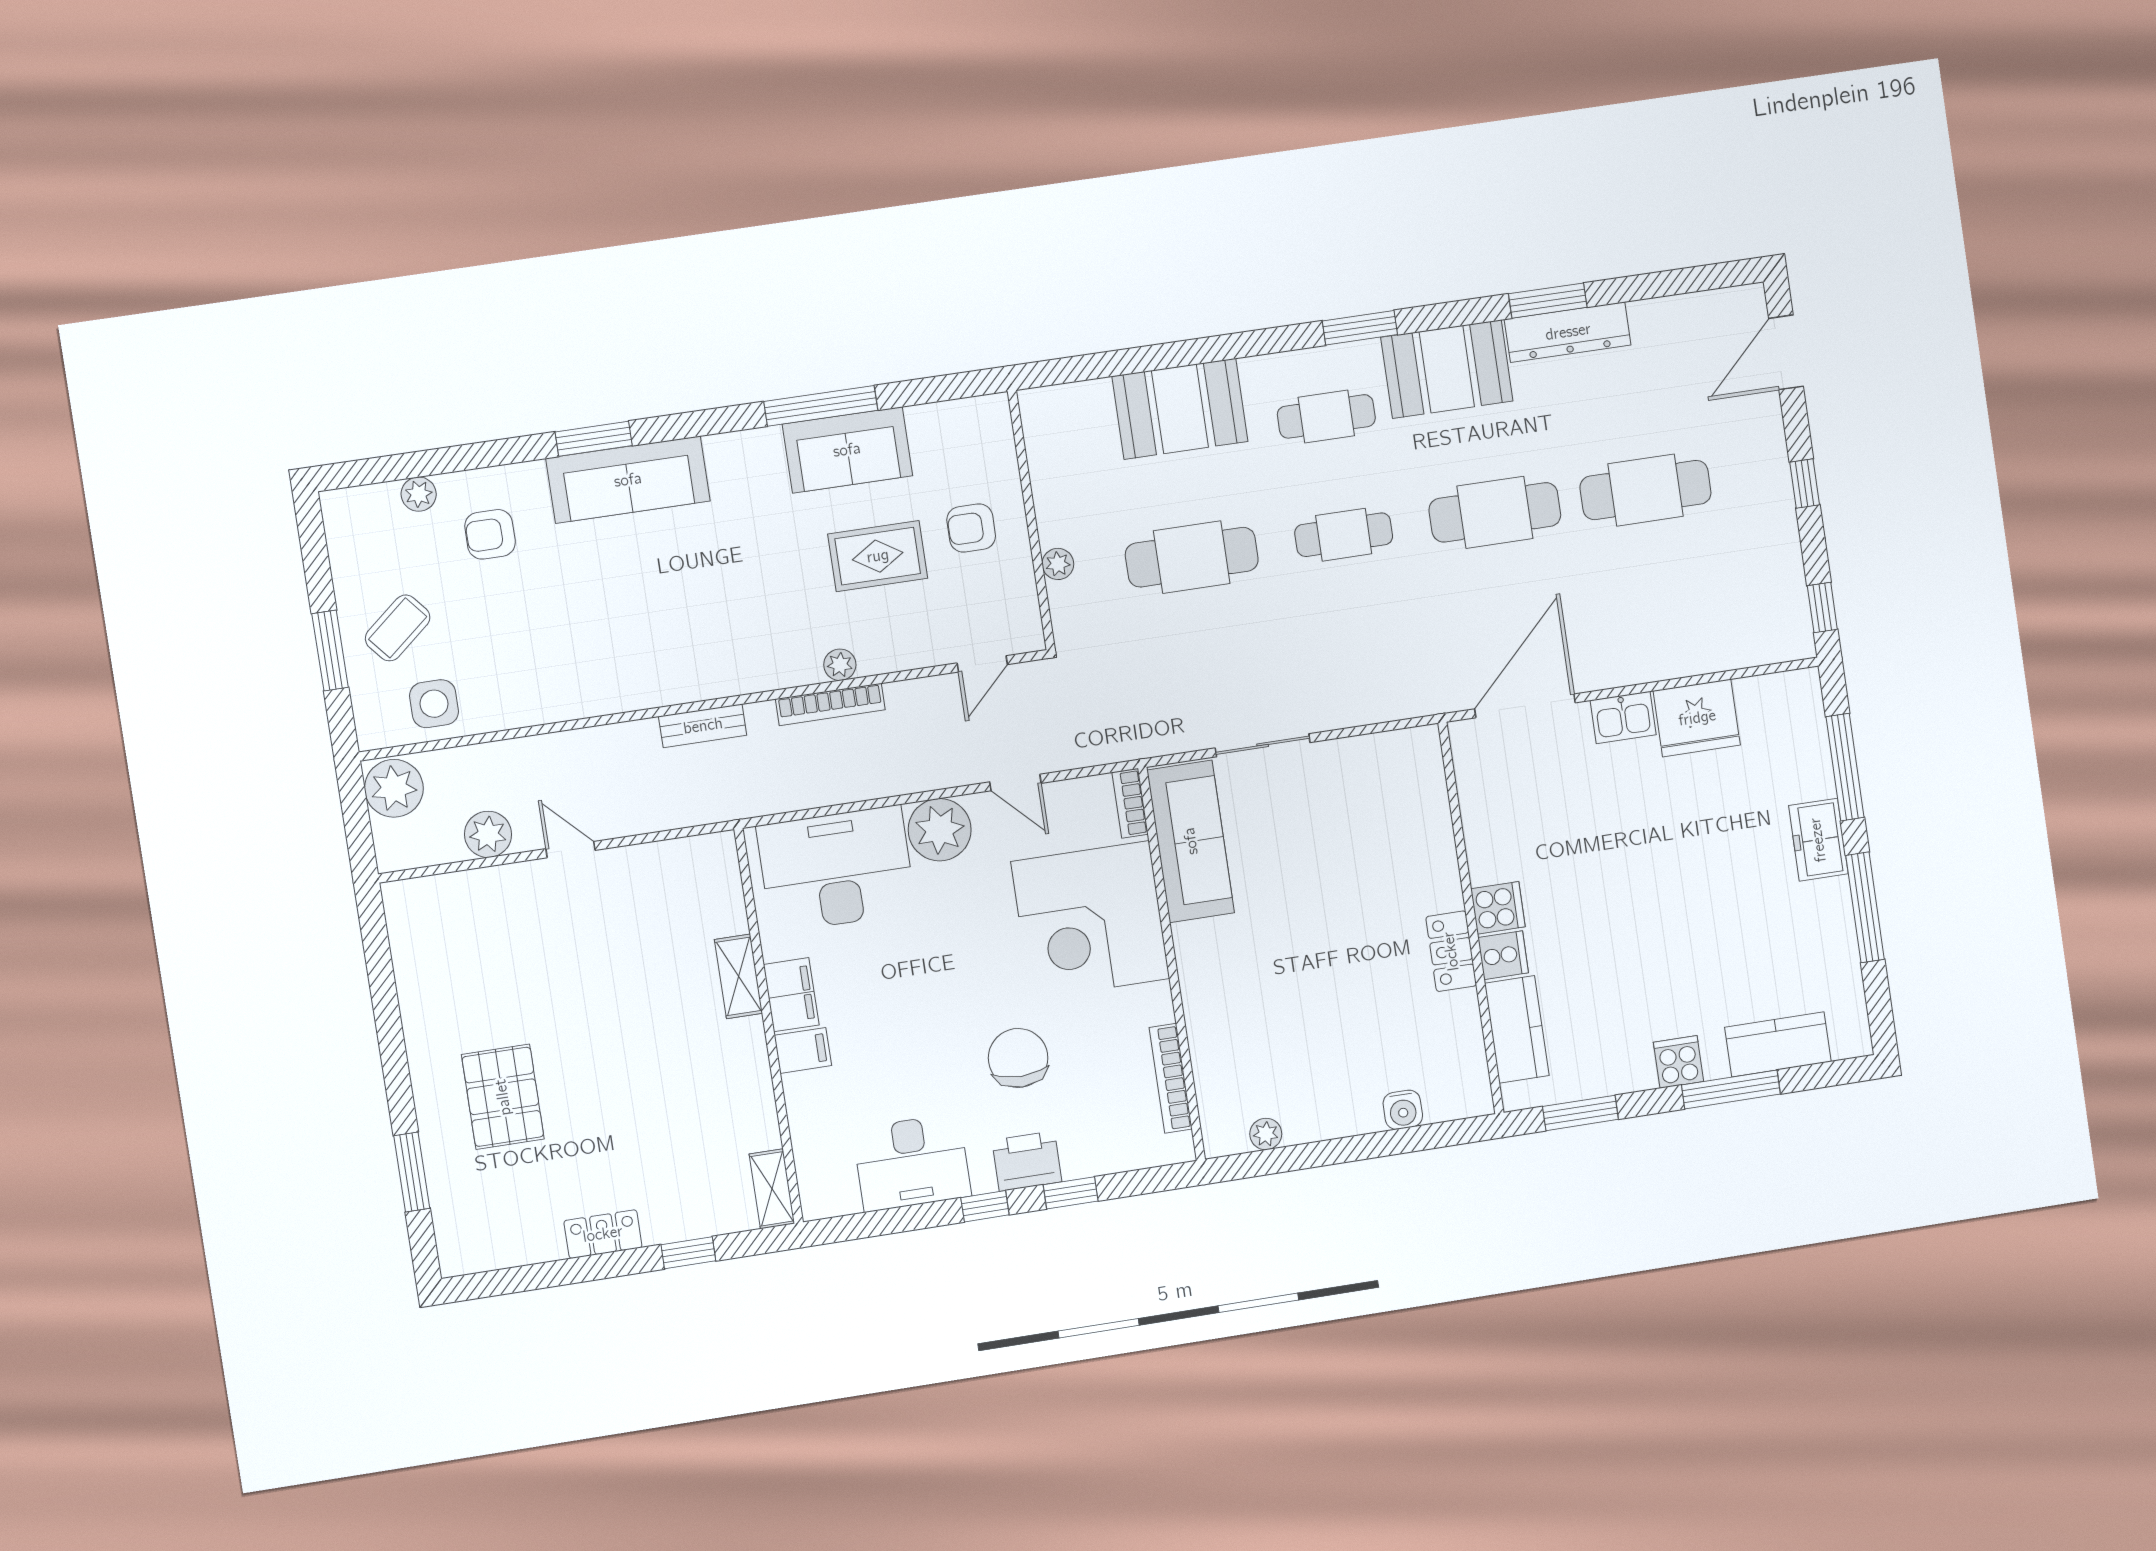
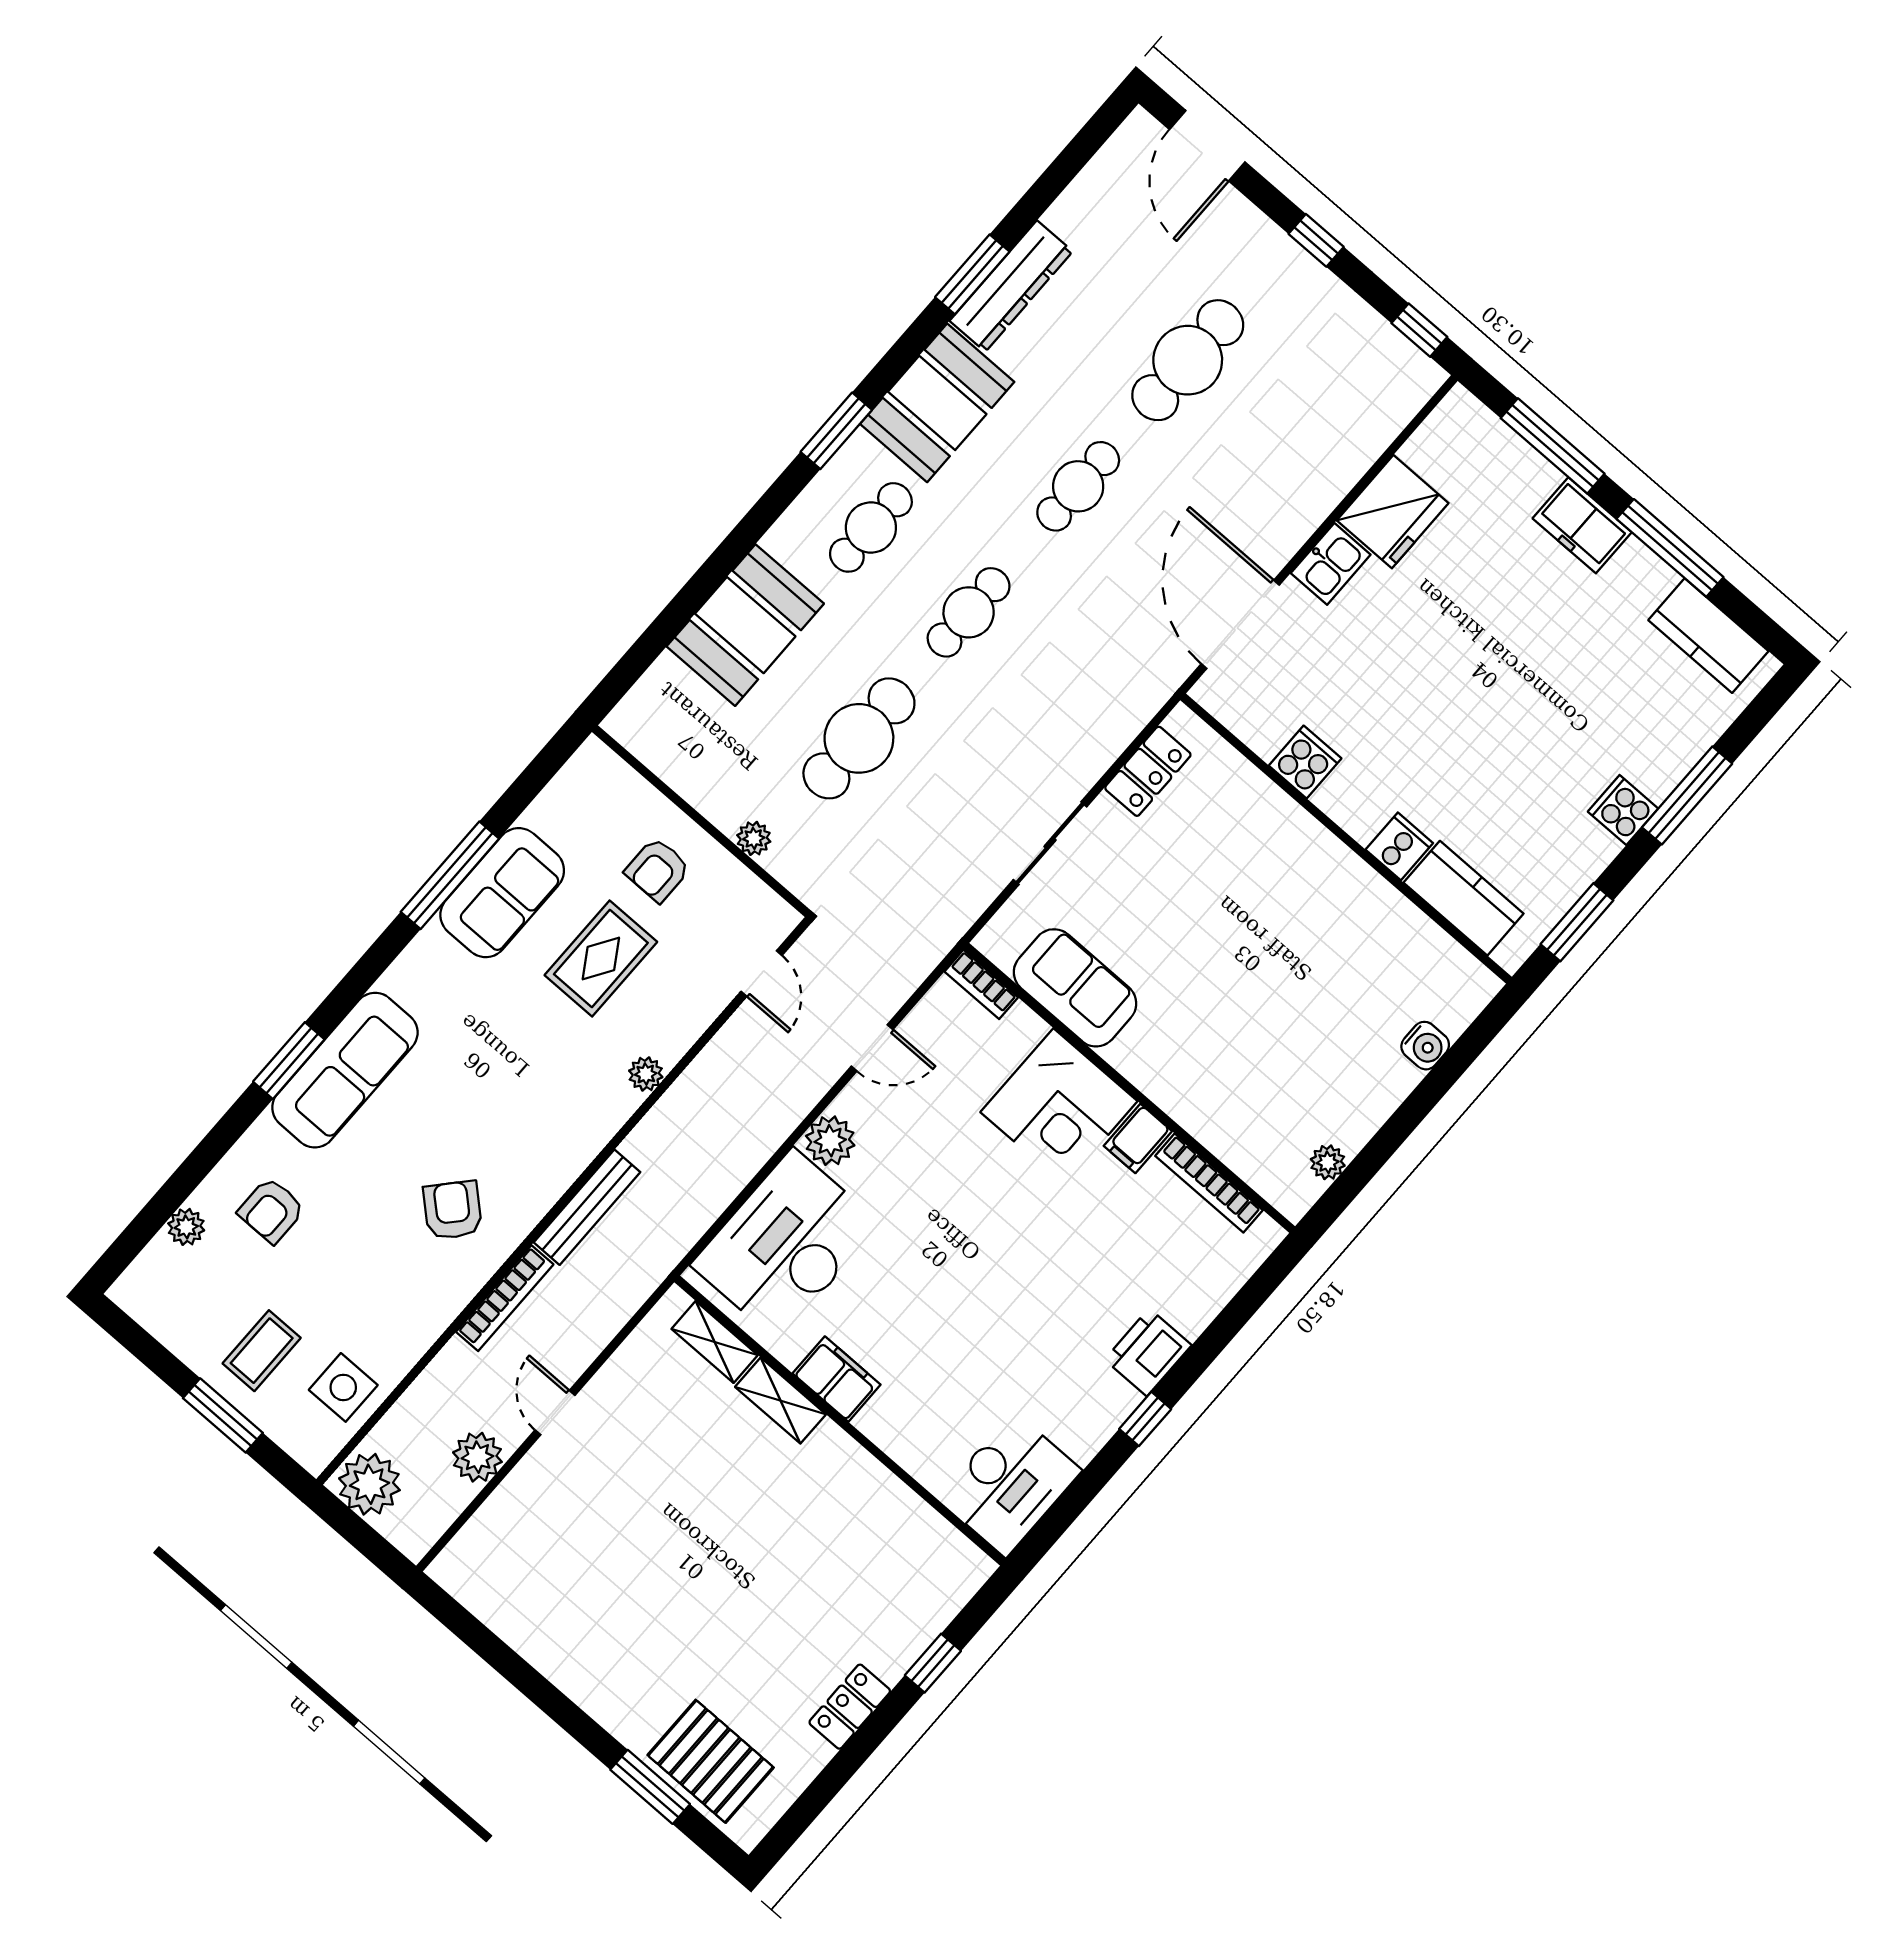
cafe table: (1495, 512) -> (1078, 486), width x0.73, depth x0.74
coffee table: (398, 628) -> (262, 1351), turned 40
armchair: (620, 644) -> (453, 1210), added
bookcase: (830, 704) -> (505, 1298), moved
bench: (703, 726) -> (587, 1207), width x1.36
plant: (940, 830) -> (830, 1141), width x0.73, depth x0.73
sofa: (1191, 841) -> (1075, 988), width x0.73
door: (571, 850) -> (555, 1413), hinge flipped
cooker: (1498, 908) -> (1305, 762), moved
corner desk: (1090, 920) -> (1059, 1107), width x0.74, depth x0.74
locker: (1451, 951) -> (1148, 771), moved, turned -90
kitchen counter: (1778, 1044) -> (1708, 636), moved, turned -90
filing cabinet: (803, 1050) -> (1138, 1138), moved, turned 180
chair: (1018, 1058) -> (1068, 1273), removed
pallet: (503, 1097) -> (711, 1761), moved
desk: (912, 1162) -> (1010, 1484), moved
shelving: (772, 1189) -> (715, 1342), moved
window: (1071, 1193) -> (1207, 1348), removed

